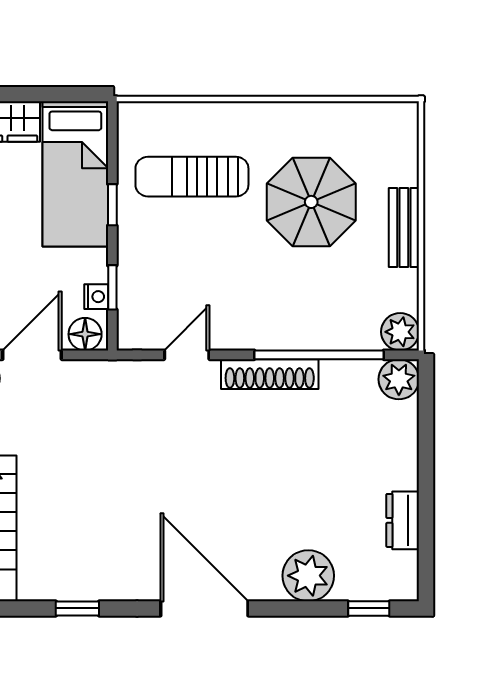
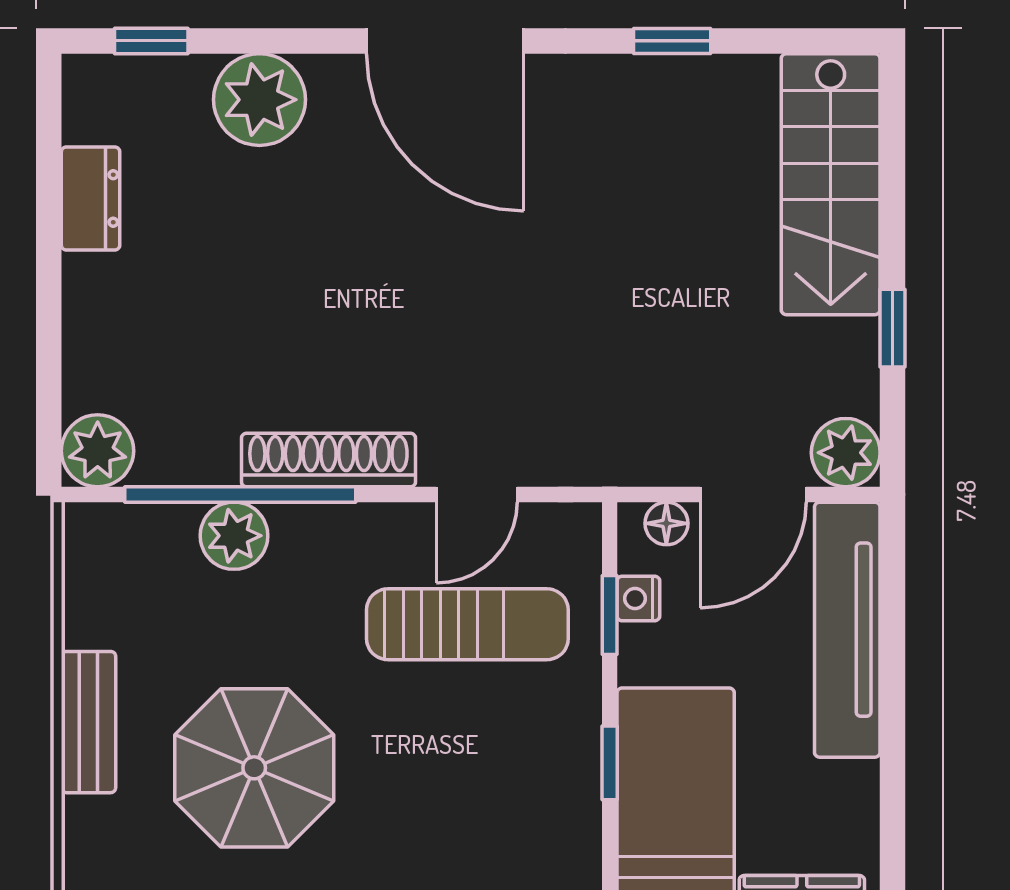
sun lounger: (192, 177) -> (467, 624), moved
plant: (400, 332) -> (234, 536), moved
floor lamp: (85, 334) -> (666, 523), width x0.73, depth x0.73

